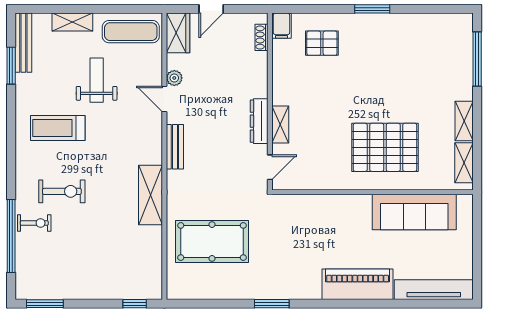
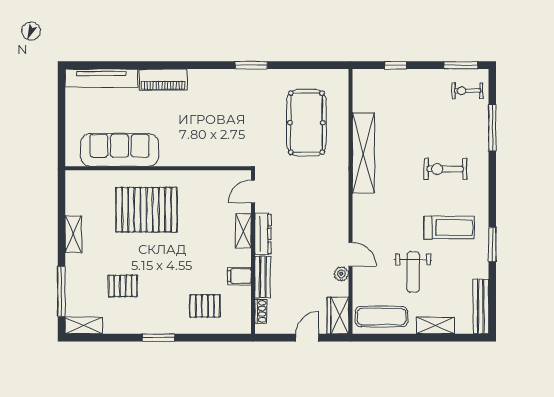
filing cabinet: (281, 26) -> (239, 276), moved, turned -90
pallet: (411, 65) -> (123, 286), added
window: (11, 66) -> (492, 244), moved
bench: (175, 147) -> (263, 277), moved
shelving: (464, 163) -> (84, 326), moved, turned 90
shelving: (150, 195) -> (363, 153), width x1.47
exercise bike: (34, 223) -> (467, 91), moved
window: (11, 236) -> (492, 128), width x0.68
pool table: (212, 242) -> (306, 123), turned 90
piano: (358, 284) -> (163, 80), width x0.73, depth x0.75
window: (135, 304) -> (396, 65), moved

